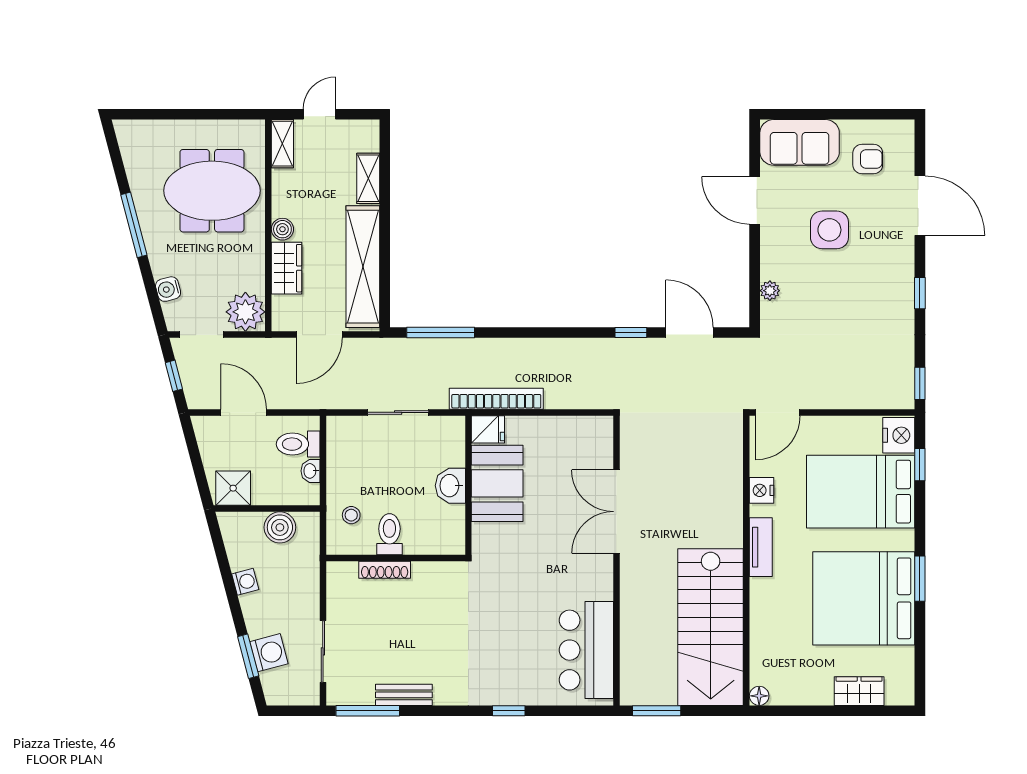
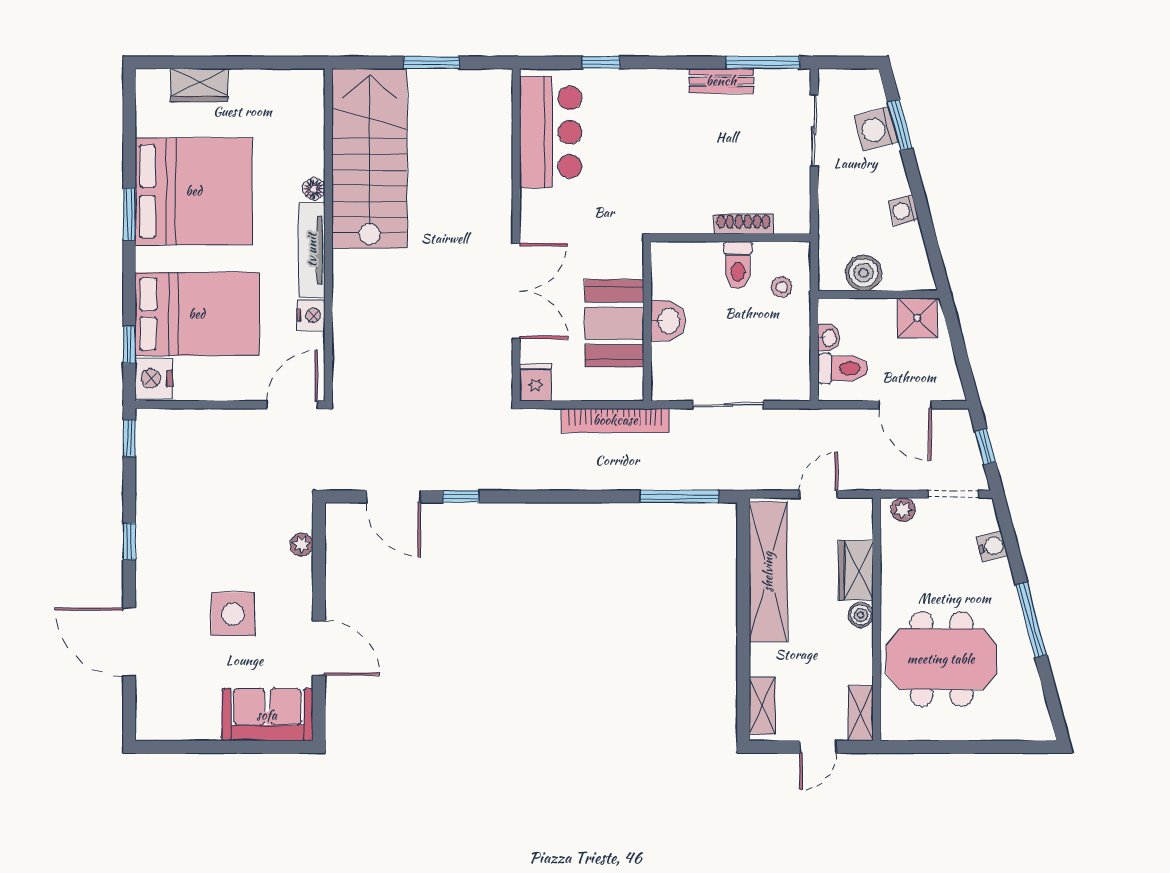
armchair: (868, 159) -> (189, 696), removed
shelving: (368, 178) -> (762, 706), moved
plant: (245, 312) -> (903, 510), width x0.53, depth x0.53
door: (319, 335) -> (818, 494), width x0.73
fridge: (488, 429) -> (536, 382), moved, turned 90
double door: (616, 512) -> (516, 291), moved
tv unit: (761, 547) -> (312, 250), width x1.41
wall: (616, 561) -> (516, 235), moved
bar counter: (586, 650) -> (551, 132), moved
floor lamp: (759, 696) -> (314, 189), moved

